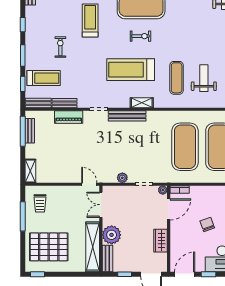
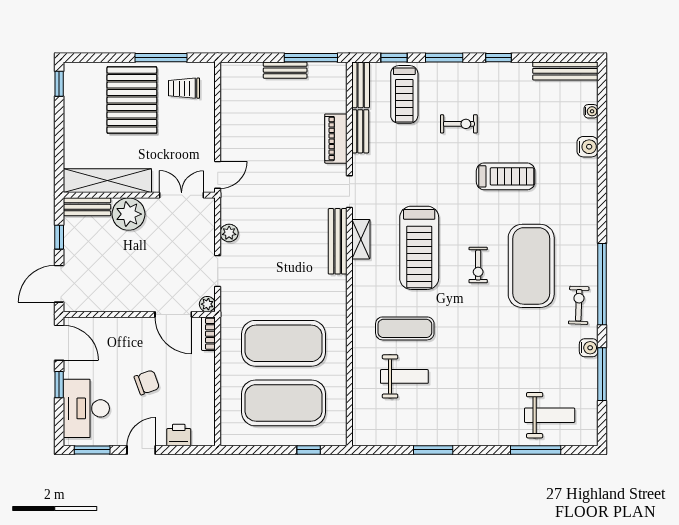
treadmill: (131, 70) -> (419, 248), turned 180
shelving: (142, 103) -> (361, 239), moved
bench: (30, 131) -> (285, 70), moved
shelving: (30, 171) -> (241, 71), removed
wardrobe: (161, 241) -> (118, 300), removed
pallet: (49, 247) -> (132, 100), moved

